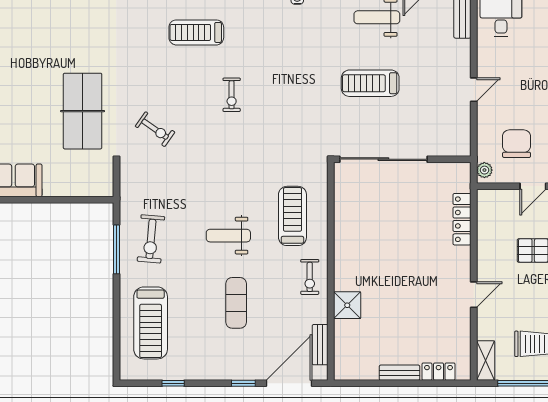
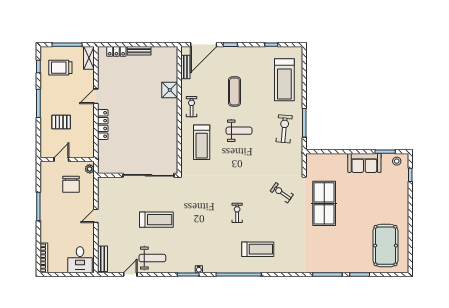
locker: (462, 219) -> (103, 125), moved
treadmill: (151, 323) -> (284, 80), turned 180

